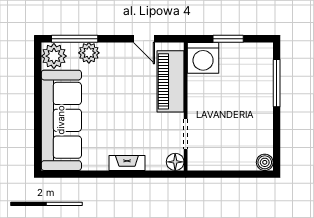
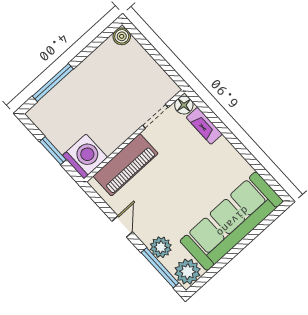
door: (144, 39) -> (122, 226), moved
fireplace: (127, 163) -> (204, 126), moved

